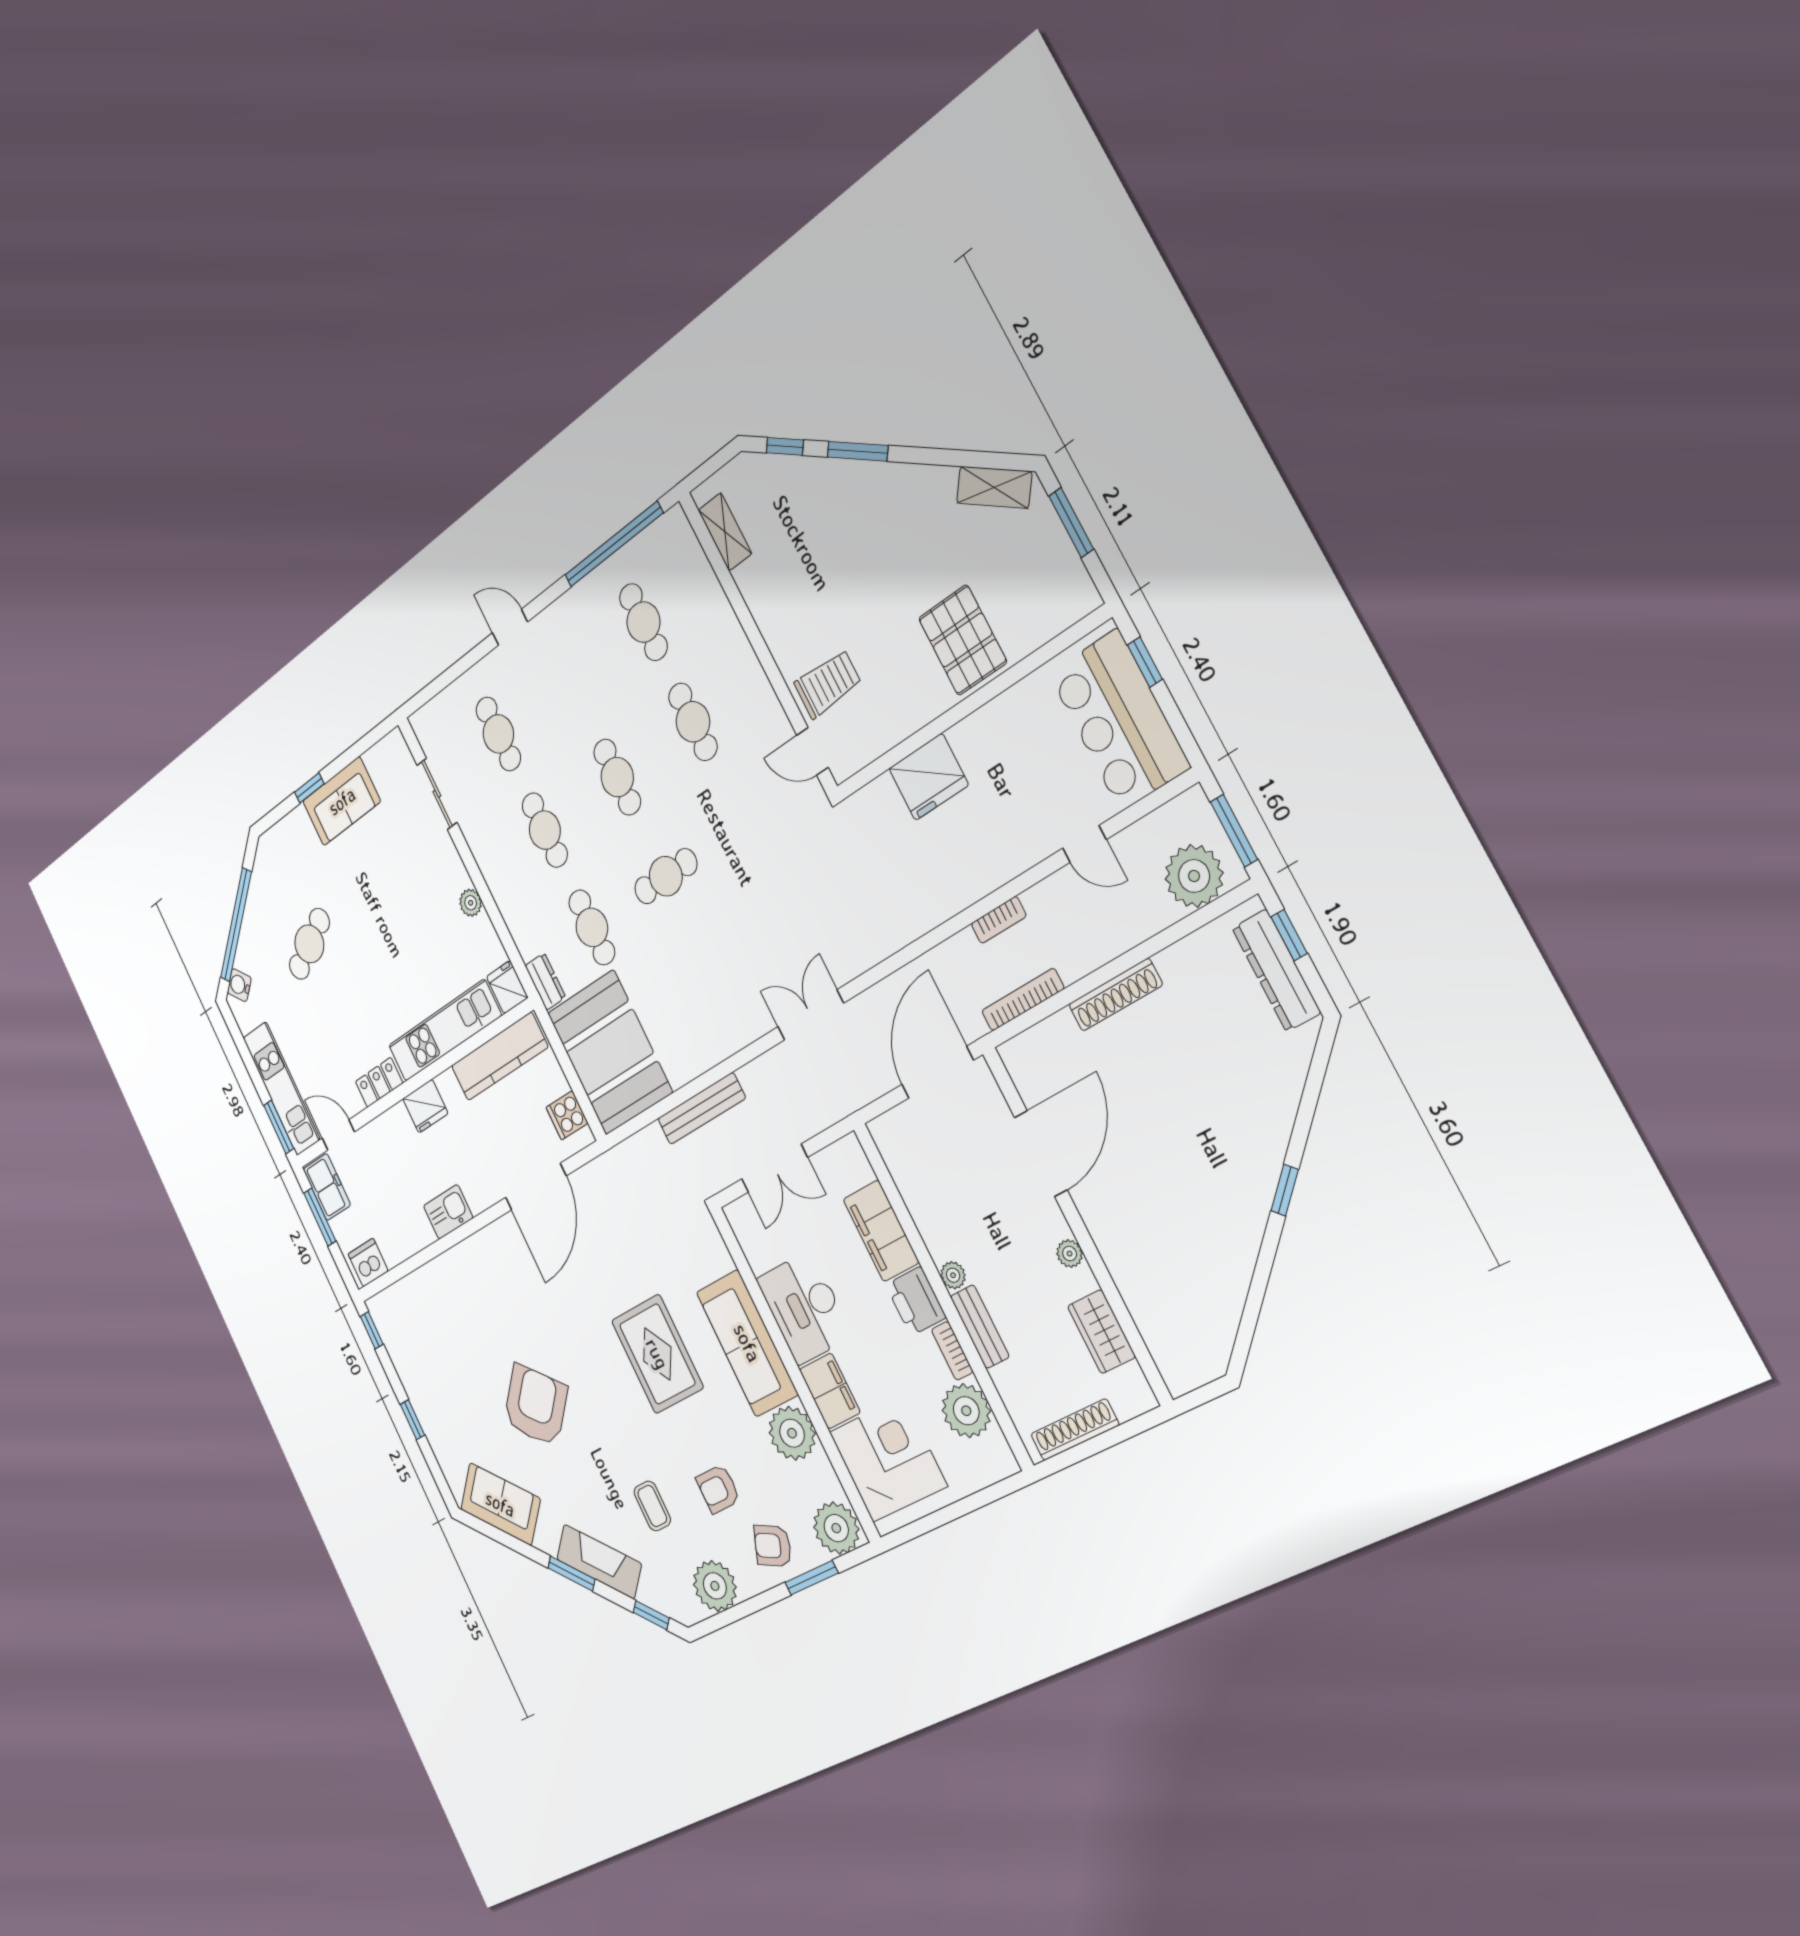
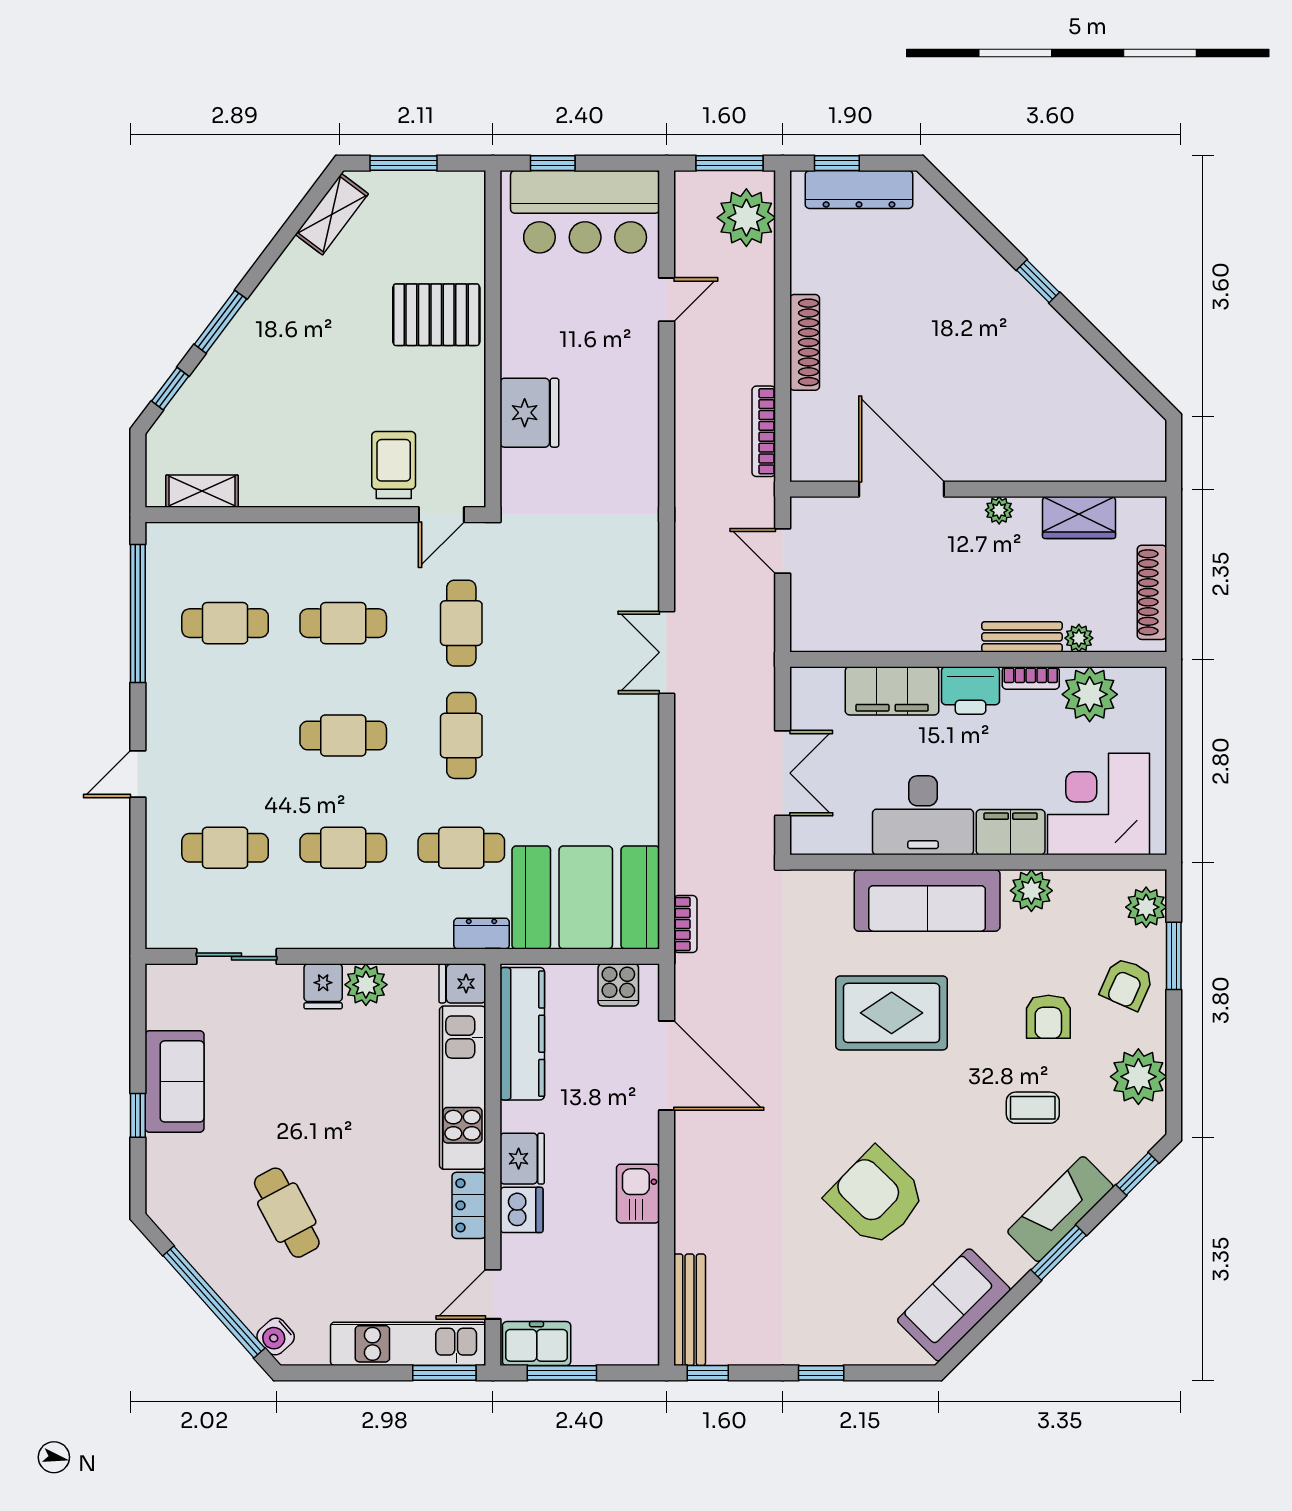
cafe table: (743, 823) -> (461, 623), added
fridge: (452, 876) -> (323, 986), added
plant: (471, 903) -> (366, 985), width x1.38, depth x1.38
bookcase: (999, 920) -> (685, 924), moved
door: (937, 1072) -> (783, 551), width x0.53
bench: (701, 1109) -> (690, 1310), moved
dishwasher: (368, 1263) -> (521, 1210), moved, turned 180
plant: (953, 1275) -> (1079, 638), moved
plant: (792, 1433) -> (1031, 891), width x0.73, depth x0.73
plant: (836, 1528) -> (1146, 907), width x0.73, depth x0.73

